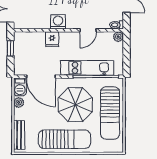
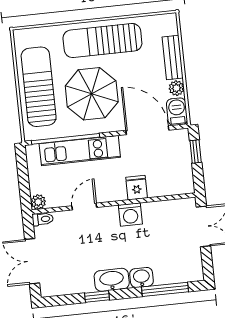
window: (10, 48) -> (196, 151), moved
bench: (19, 135) -> (173, 57), moved

